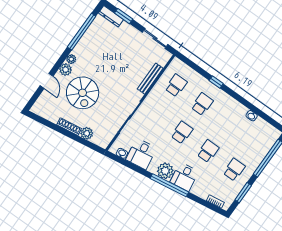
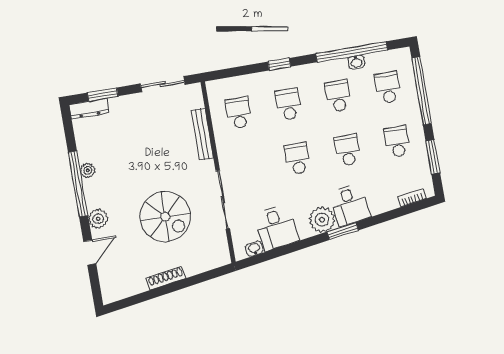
window: (82, 32) -> (78, 184), moved
plant: (71, 59) -> (88, 170), moved
door: (47, 81) -> (90, 253), hinge flipped
spiral stairs: (83, 93) -> (165, 217), moved
window: (254, 109) -> (352, 52), added
school desk: (228, 123) -> (338, 96), added
plant: (87, 133) -> (193, 266), removed
school desk: (254, 141) -> (388, 87), added
window: (169, 185) -> (343, 231), width x0.47

